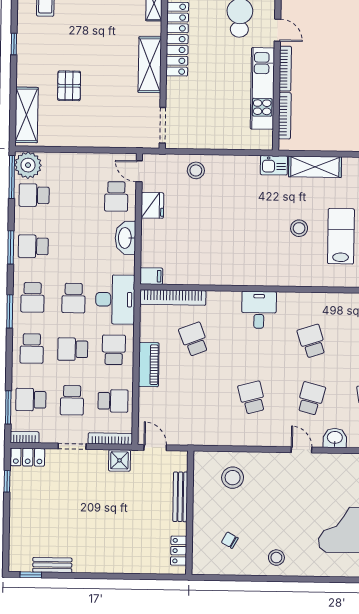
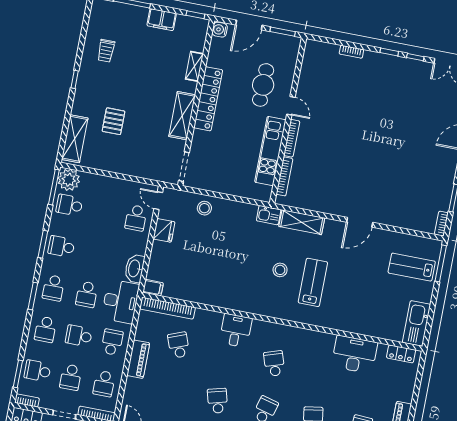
washbasin: (125, 238) -> (135, 268), moved
school desk: (113, 401) -> (104, 384), turned 90

